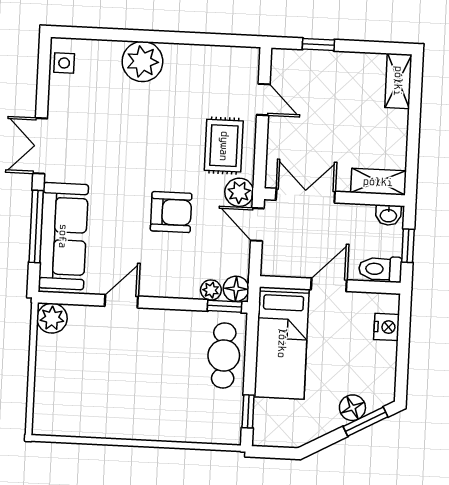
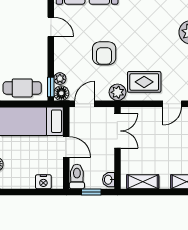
shelving: (378, 182) -> (143, 182), moved, turned 90
door: (257, 225) -> (85, 104), moved

